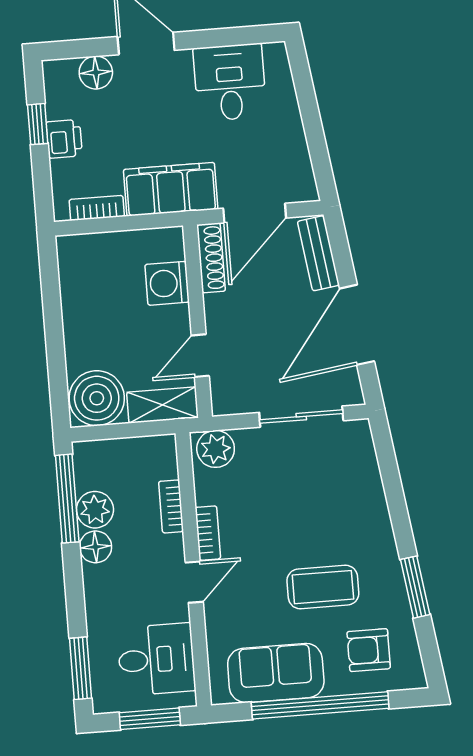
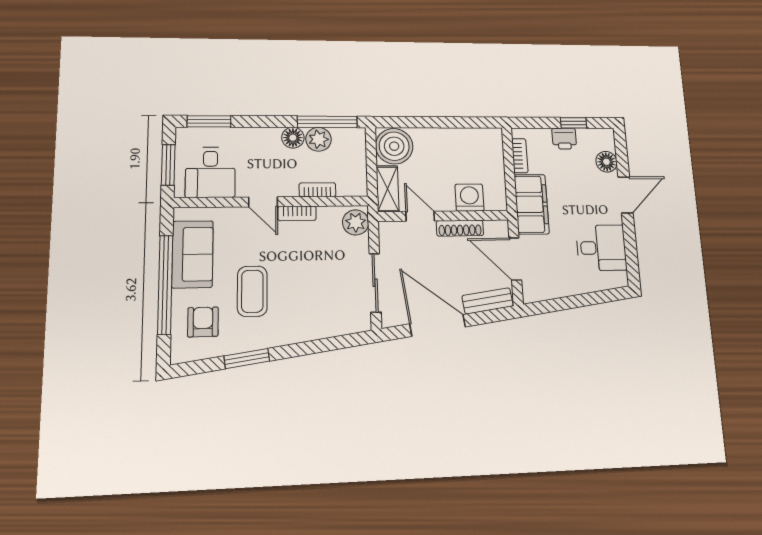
shoe rack: (211, 258) -> (460, 228), moved

